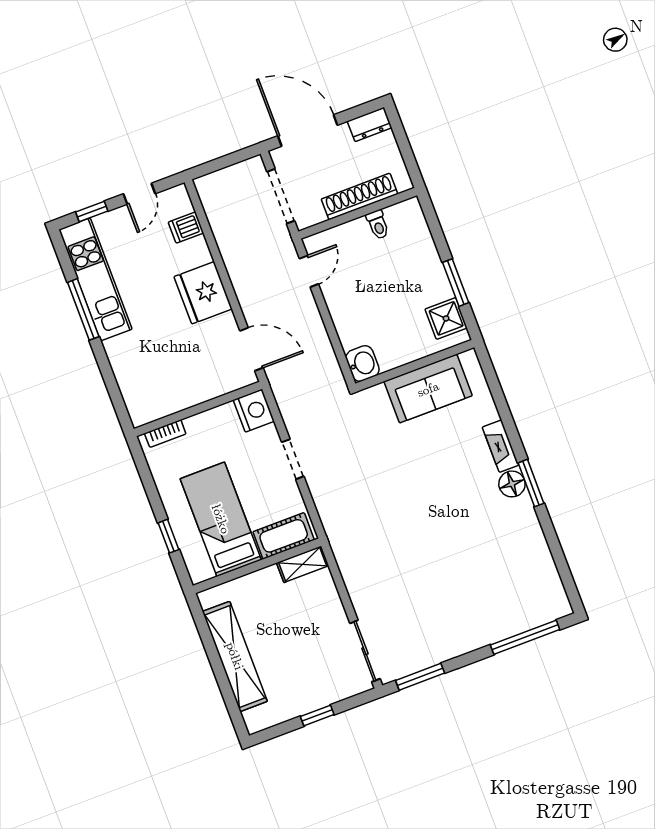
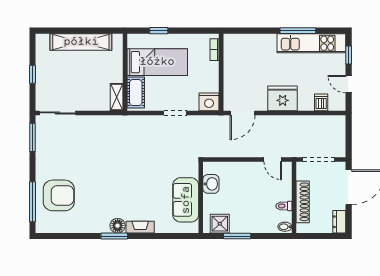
bidet: (411, 210) -> (285, 227), added
washbasin: (363, 364) -> (211, 184), moved, turned -90
armchair: (499, 598) -> (59, 195), added

